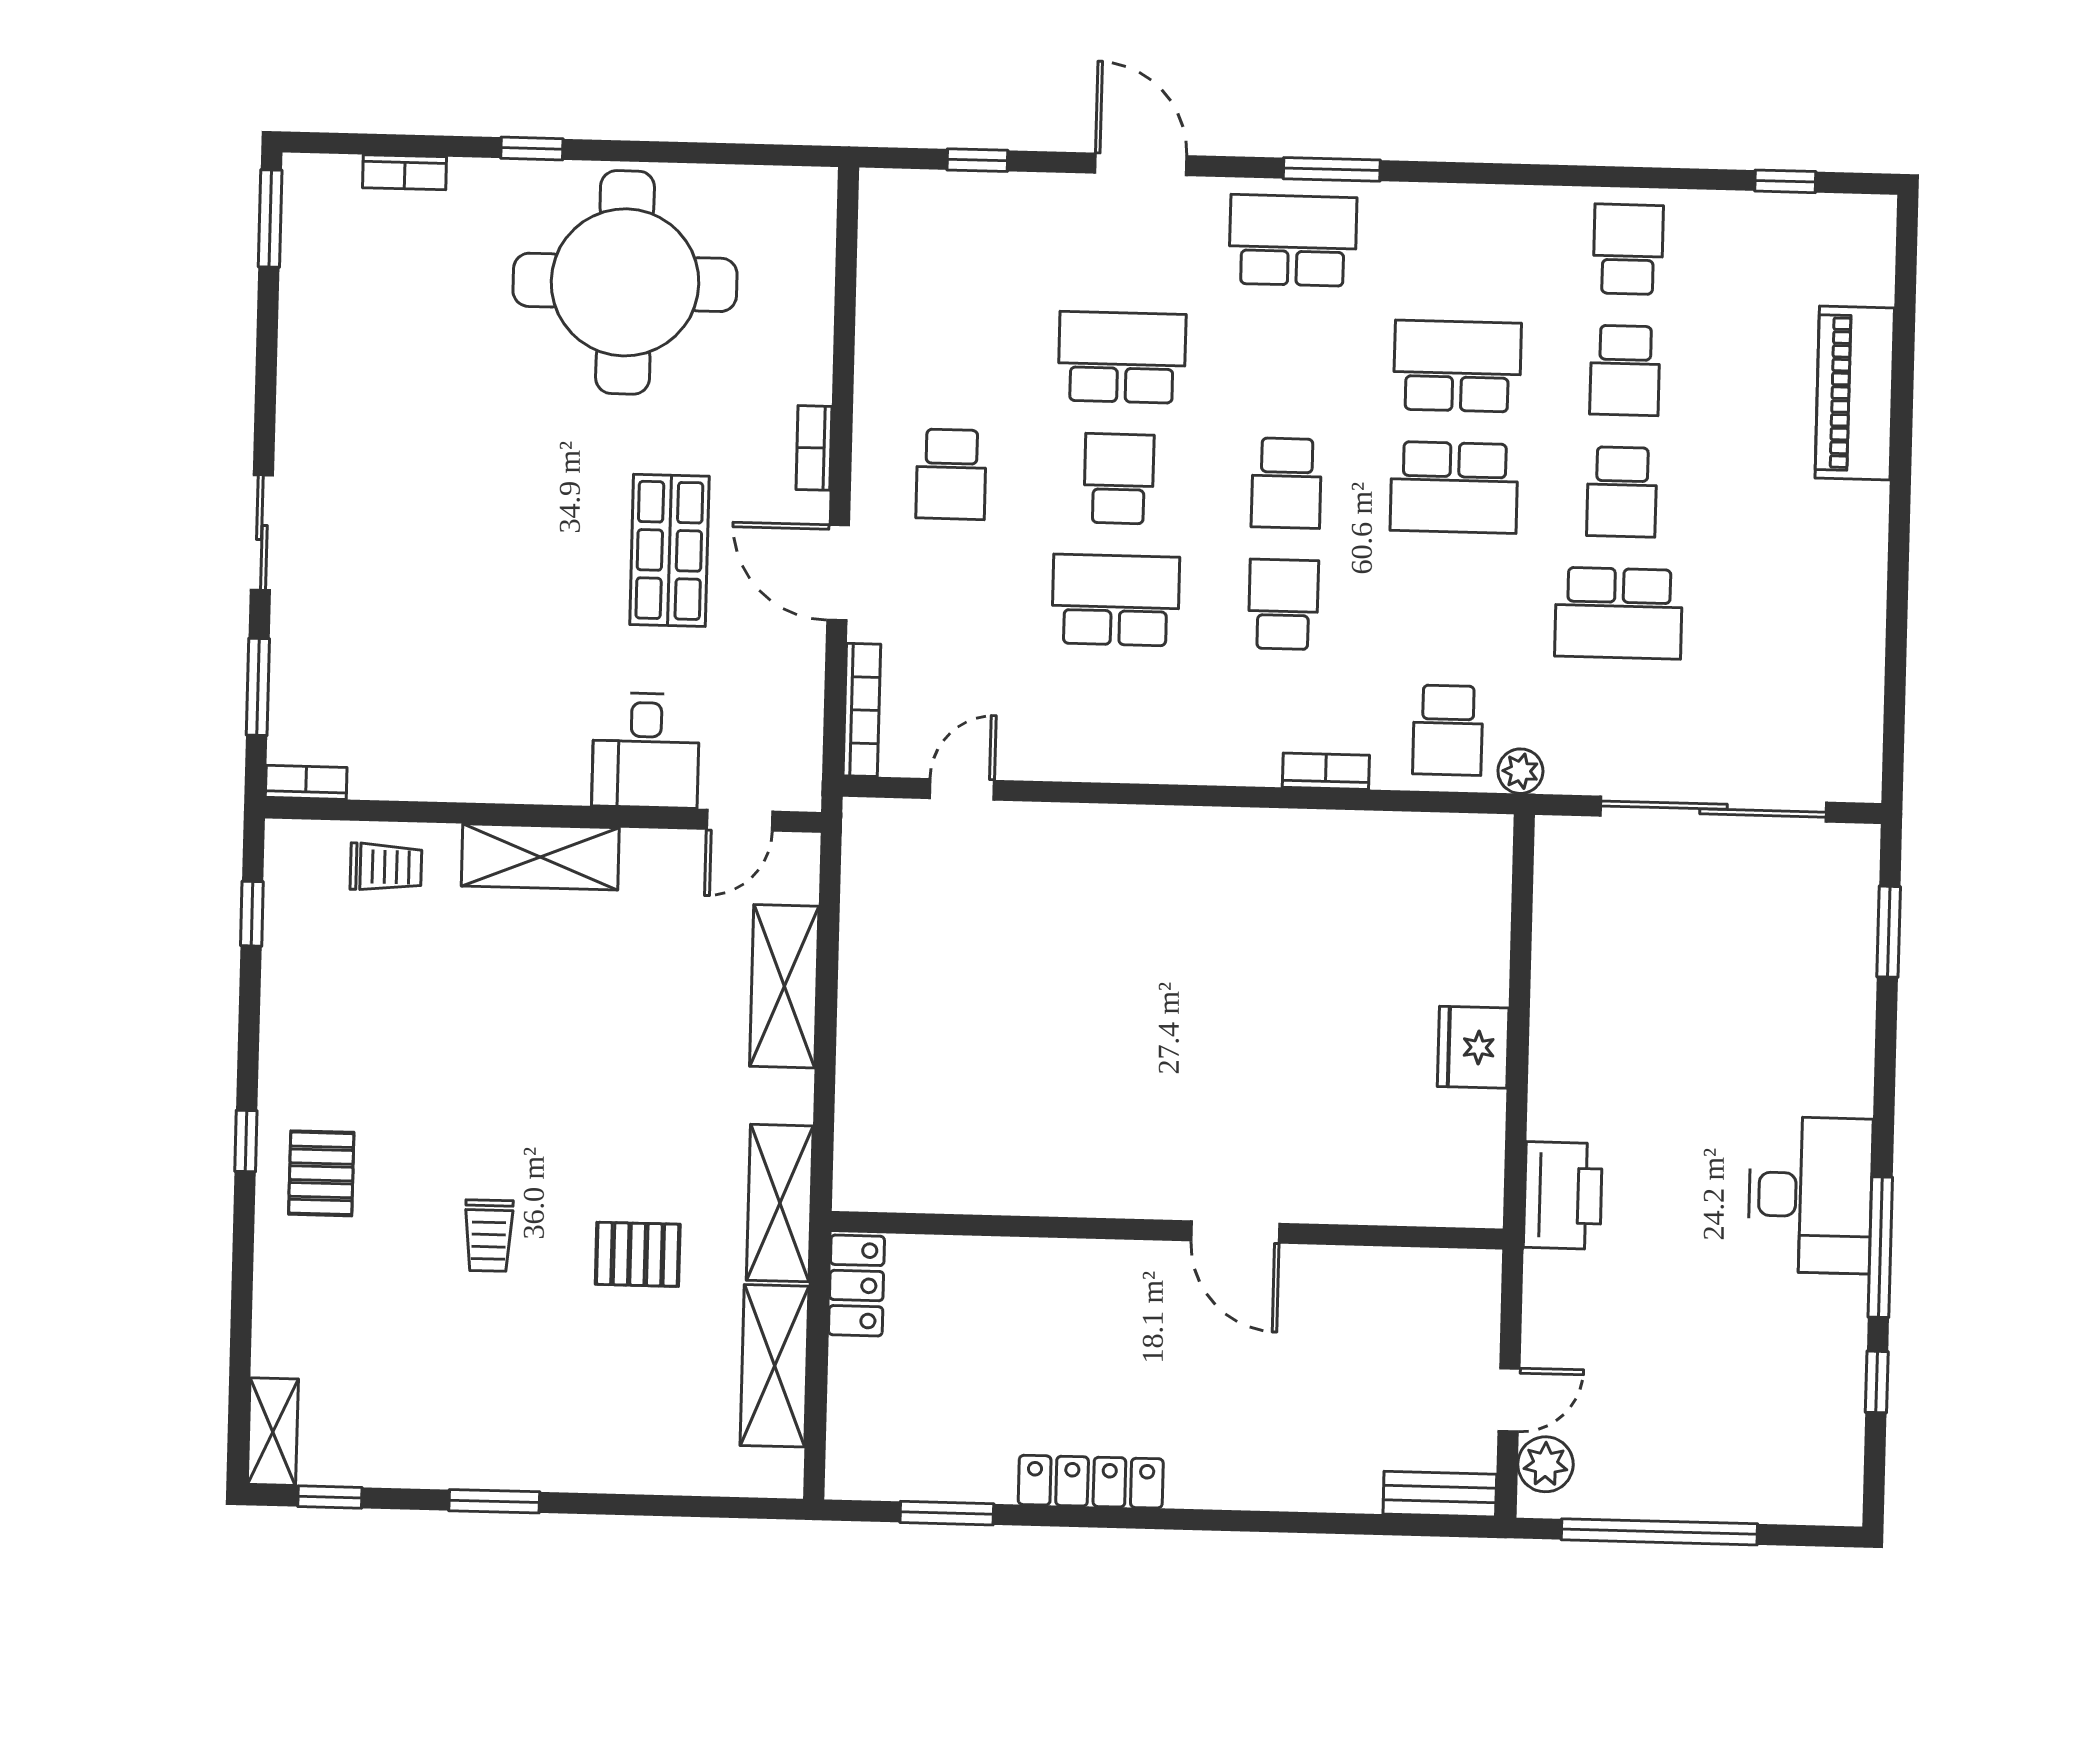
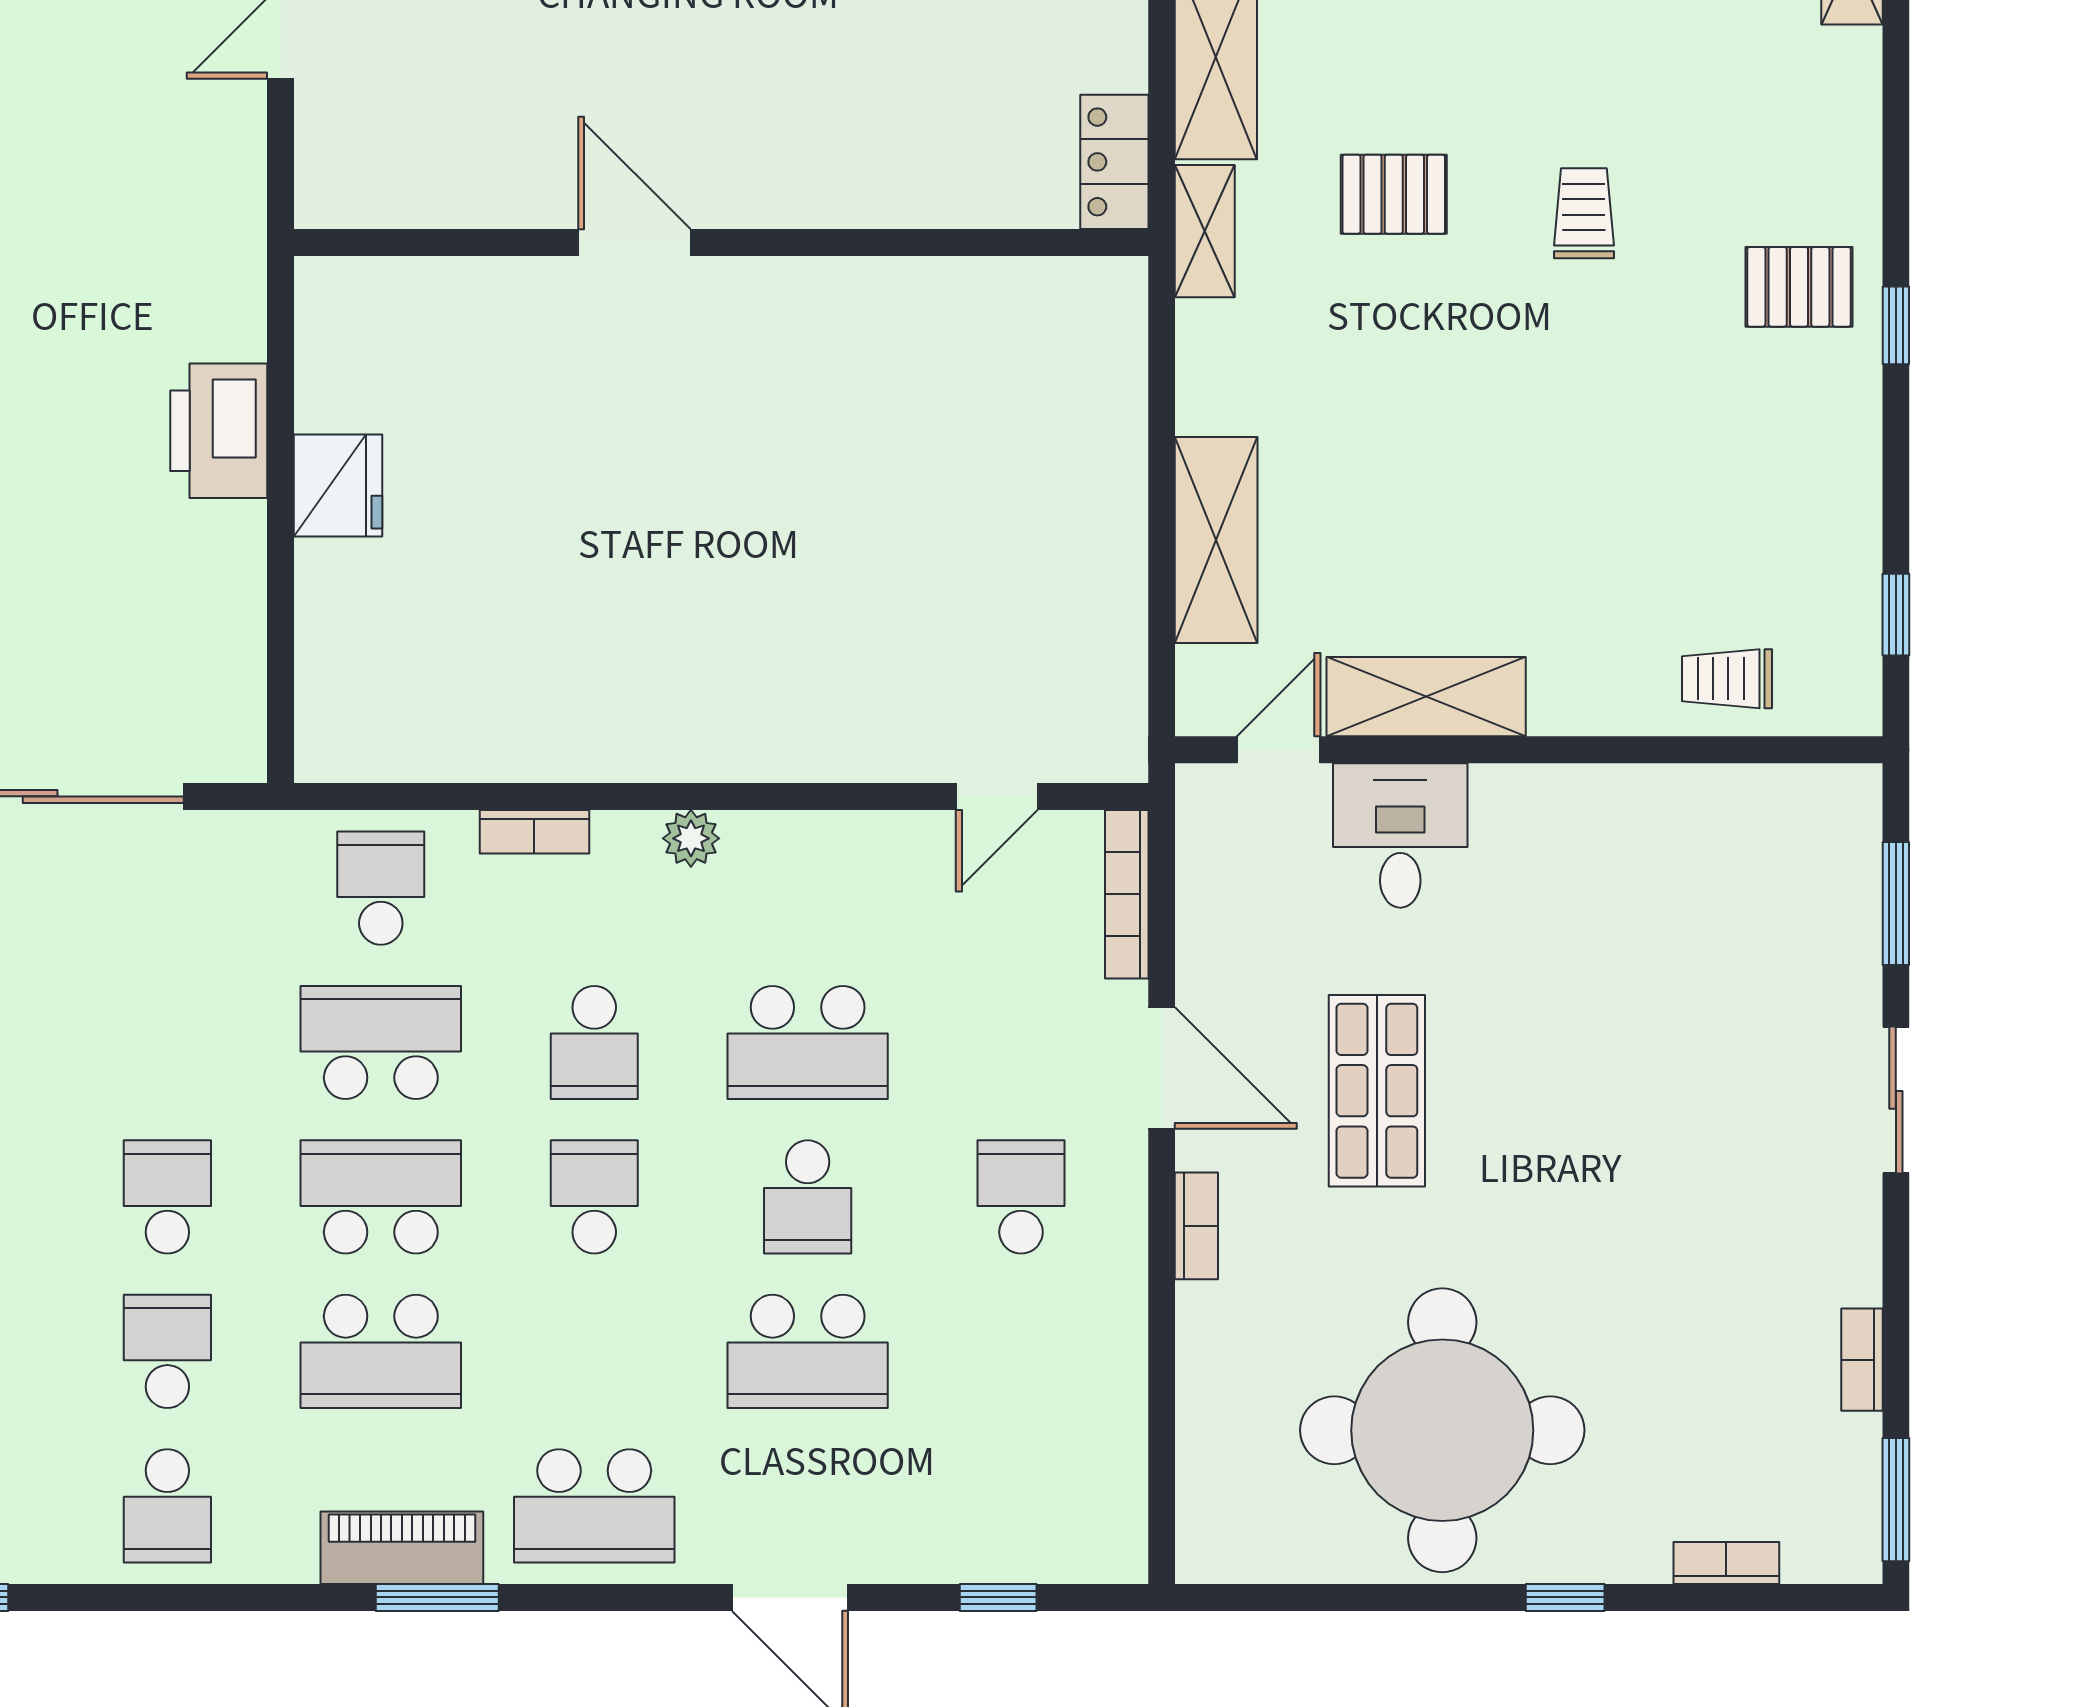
window: (1332, 169) -> (437, 1597), moved
piano: (1445, 211) -> (402, 1548), added
school desk: (1619, 613) -> (381, 1043), moved
plant: (1520, 771) -> (691, 838), moved
bookcase: (306, 782) -> (1862, 1360), moved, turned 90
shelving: (540, 857) -> (1426, 697), moved
pallet: (321, 1173) -> (1799, 287), turned 90
printer: (1563, 1195) -> (219, 431), moved
shelving: (780, 1203) -> (1205, 231), width x0.67, depth x0.75

